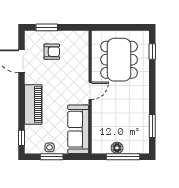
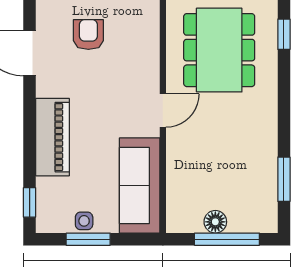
armchair: (52, 52) -> (88, 35), turned -90

